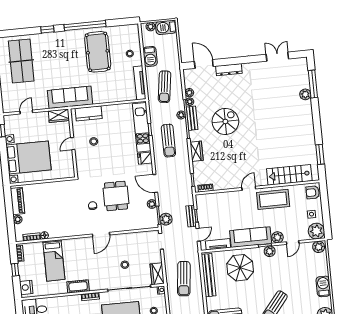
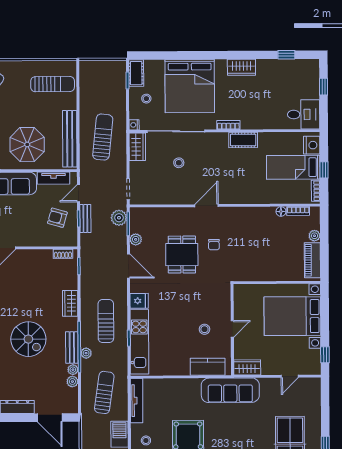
spiral stairs: (225, 121) -> (28, 339), turned -90
armchair: (212, 215) -> (57, 218), added
bed: (54, 260) -> (293, 167), moved, turned -90

